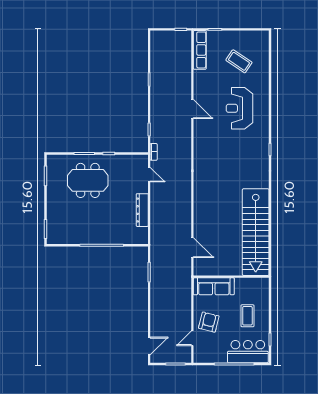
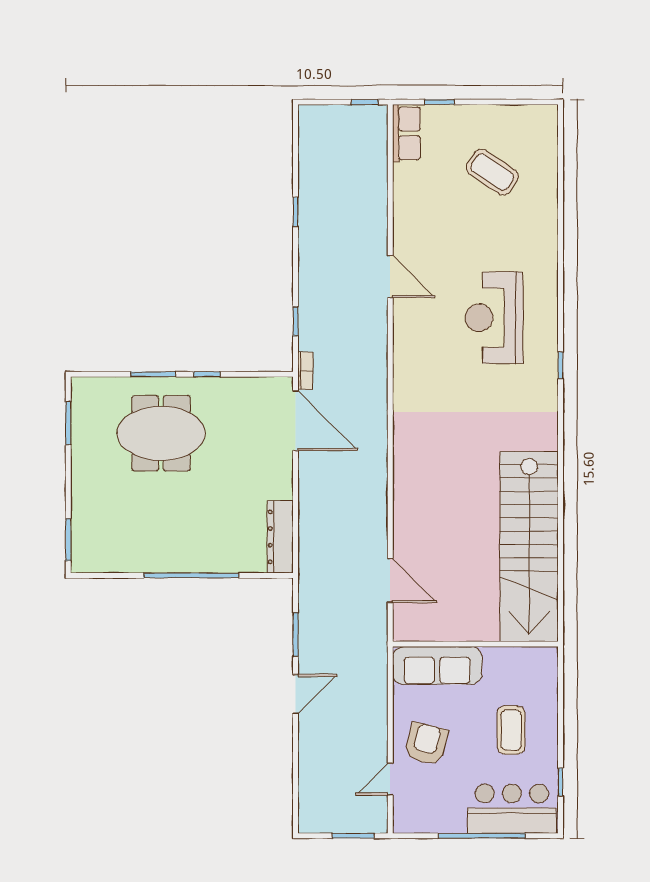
row of seats: (200, 50) -> (406, 133), width x0.68
reception desk: (239, 108) -> (494, 318), moved
door: (149, 175) -> (296, 421), width x1.87
dresser: (142, 210) -> (280, 537), moved
door: (149, 346) -> (296, 694), moved

